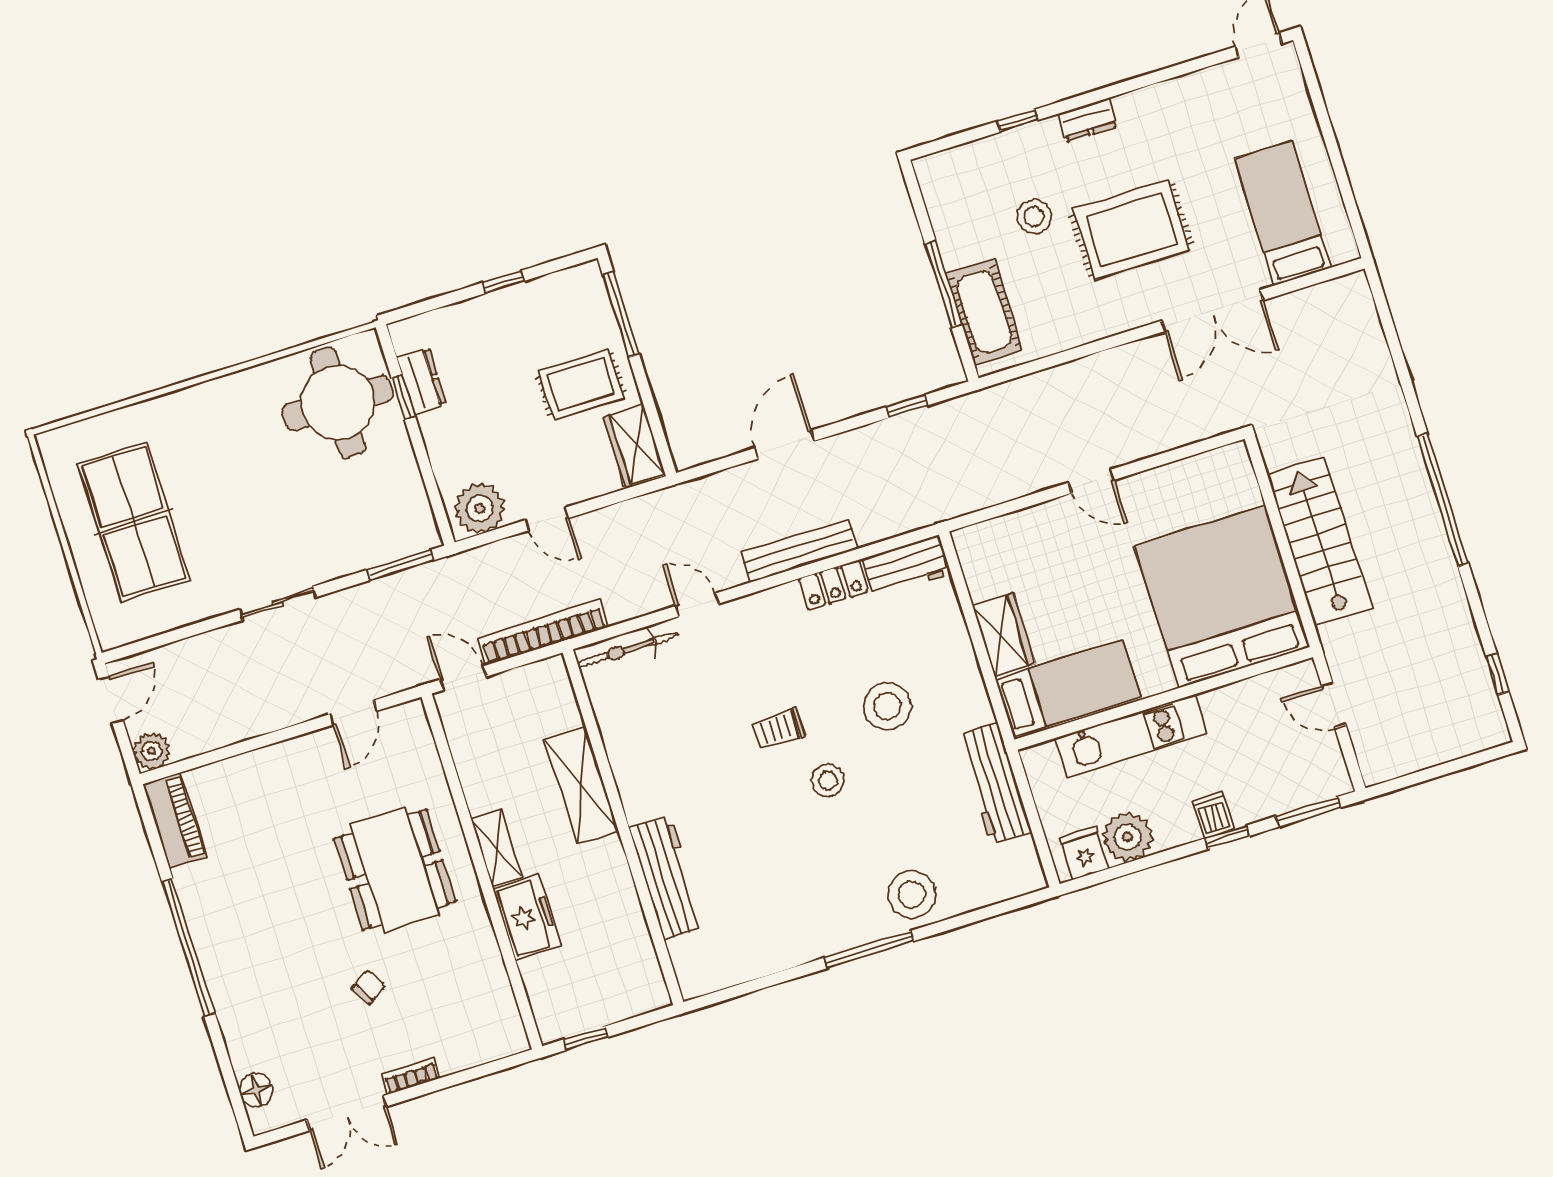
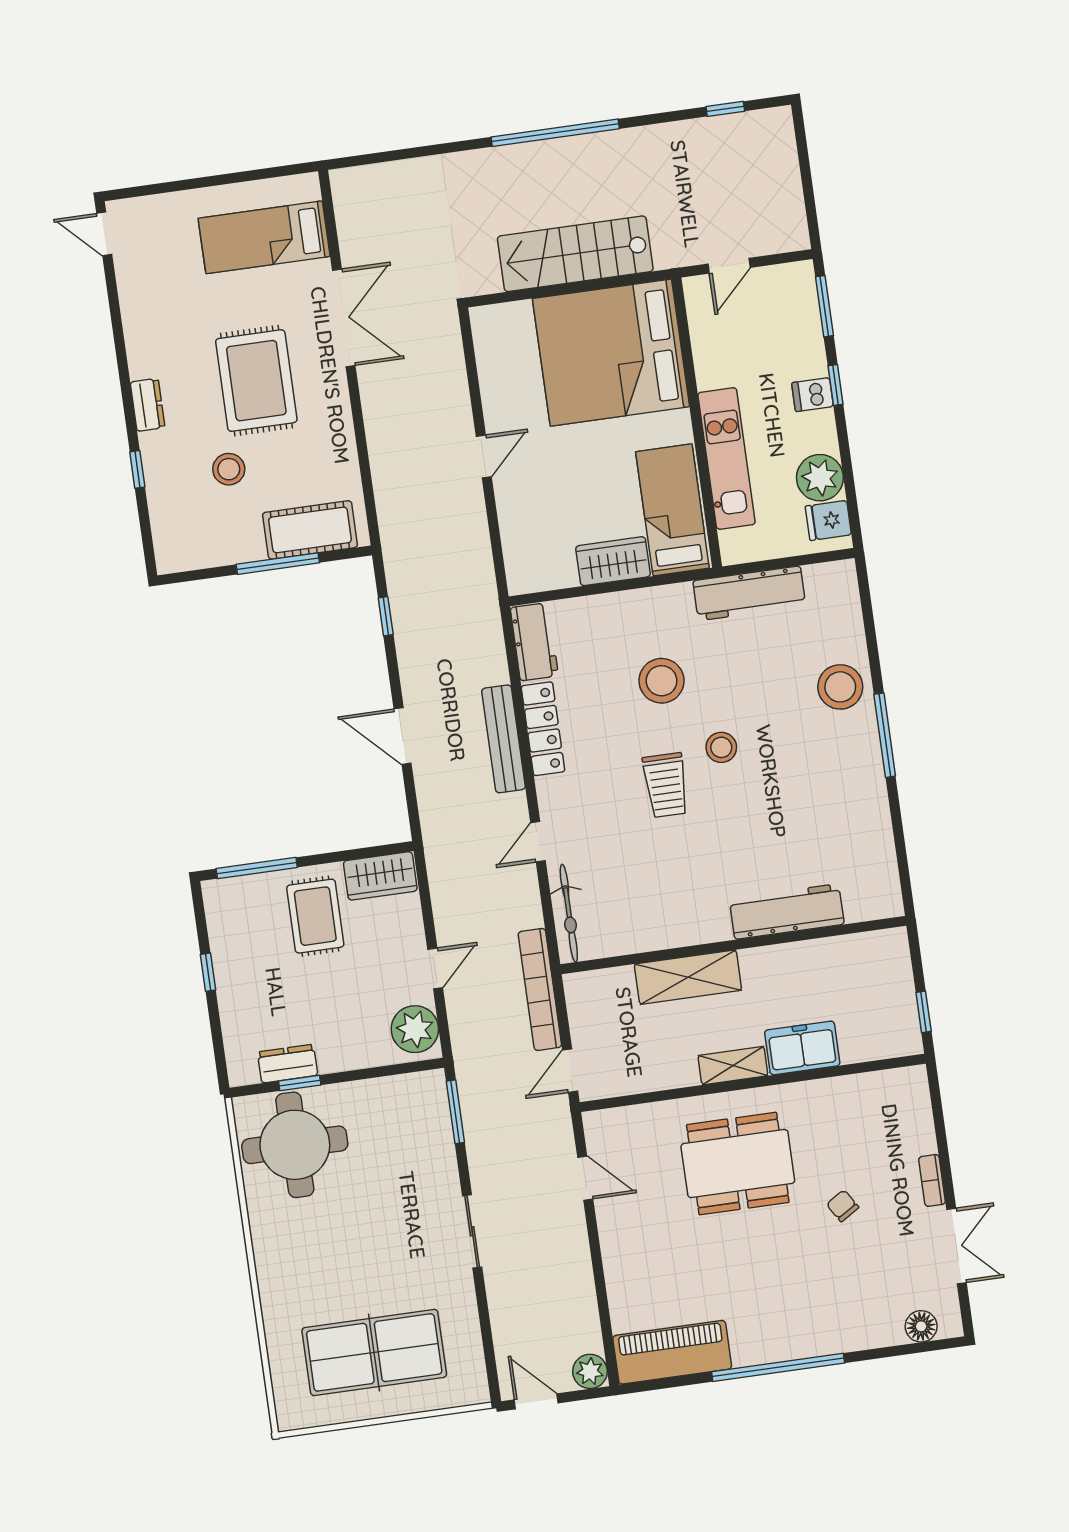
locker: (833, 585) -> (543, 729), width x1.53
trolley: (779, 729) -> (666, 785), width x1.36, depth x1.39
piano: (175, 820) -> (672, 1352), width x1.37, depth x1.33

